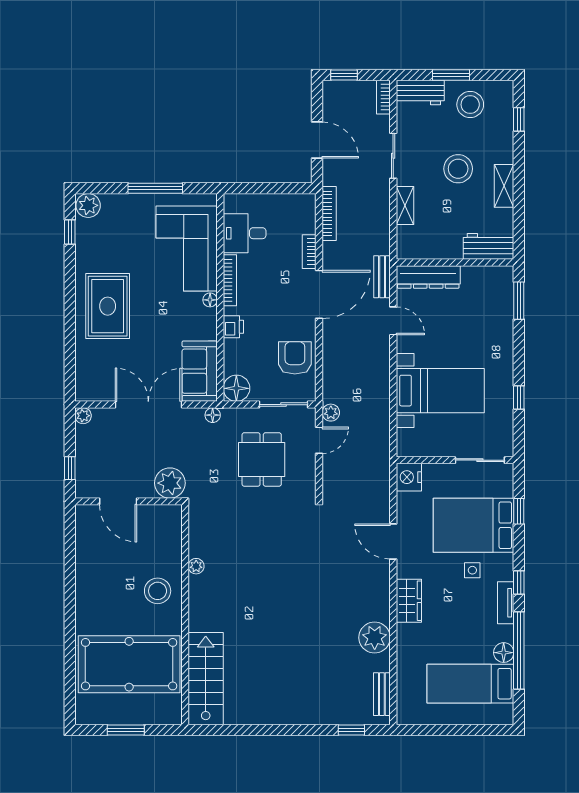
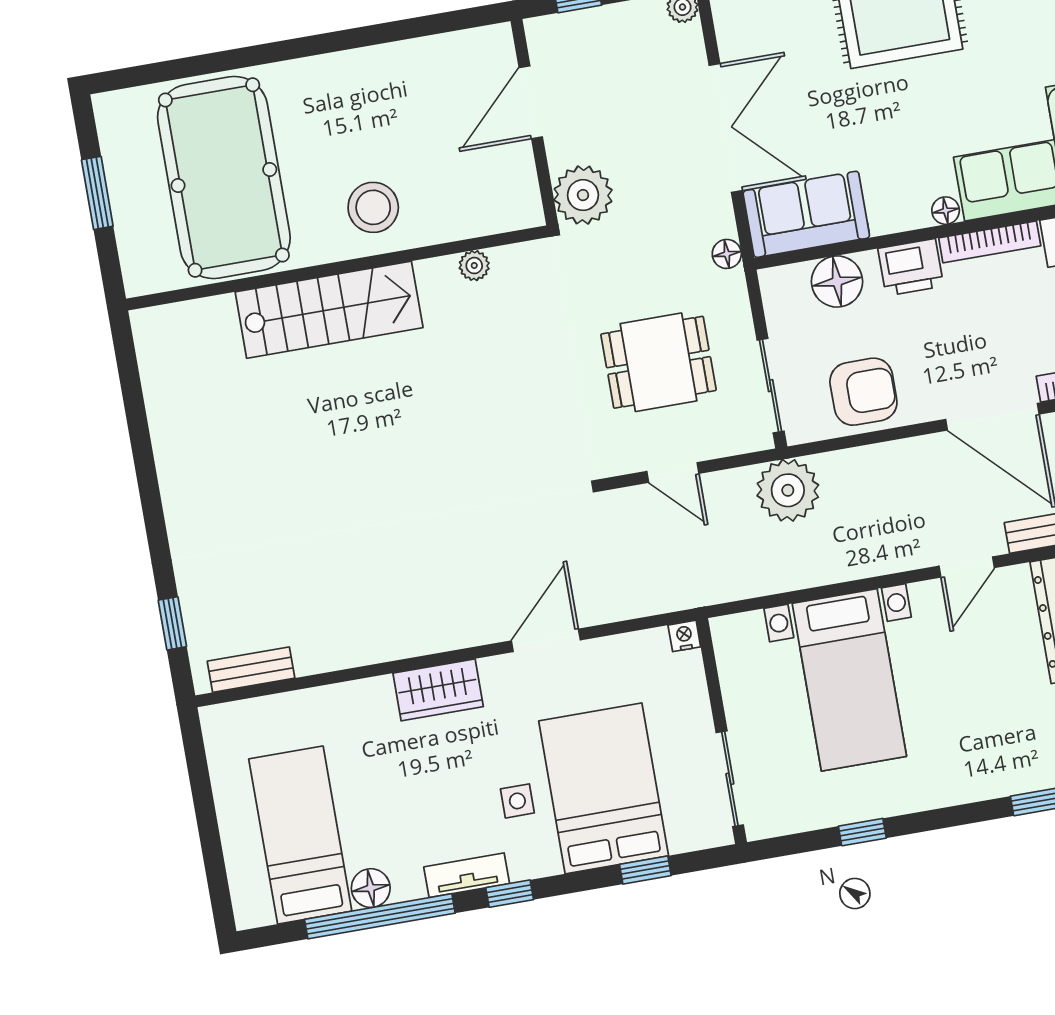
printer: (233, 327) -> (911, 267), width x1.36, depth x1.24
floor lamp: (236, 388) -> (837, 282), moved
plant: (331, 413) -> (788, 490), width x1.88, depth x1.88
door: (319, 440) -> (673, 472), moved
nightstand: (409, 477) -> (684, 636), width x0.53, depth x0.56
plant: (196, 566) -> (474, 266), moved
plant: (375, 638) -> (356, 637), removed
stairs: (206, 679) -> (329, 310), moved

